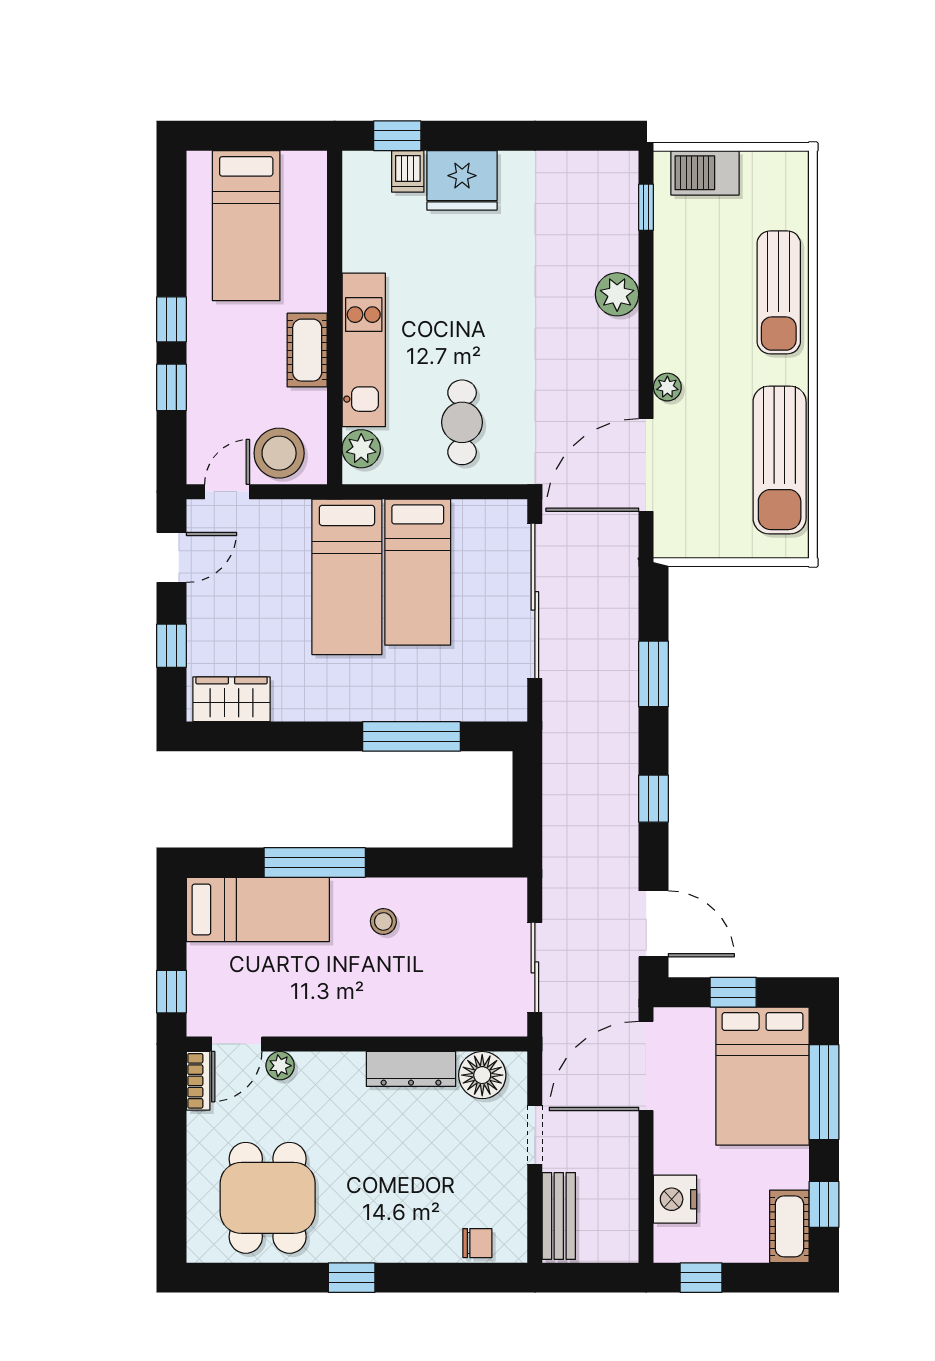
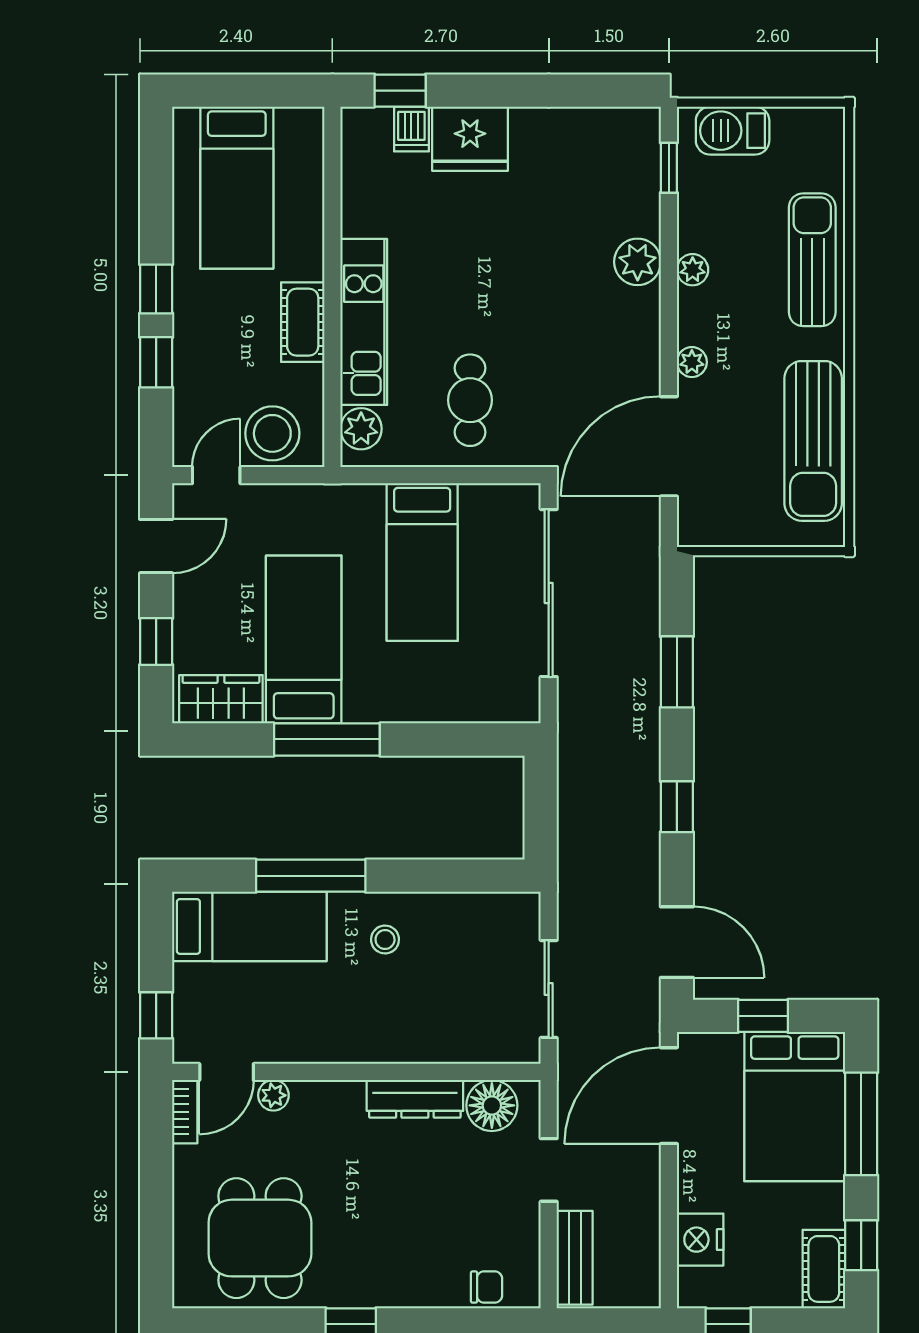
sun lounger: (779, 292) -> (812, 260), turned 180
plant: (668, 302) -> (693, 270), added
bed: (347, 577) -> (304, 639), moved, turned 180
window: (411, 736) -> (327, 739), moved

